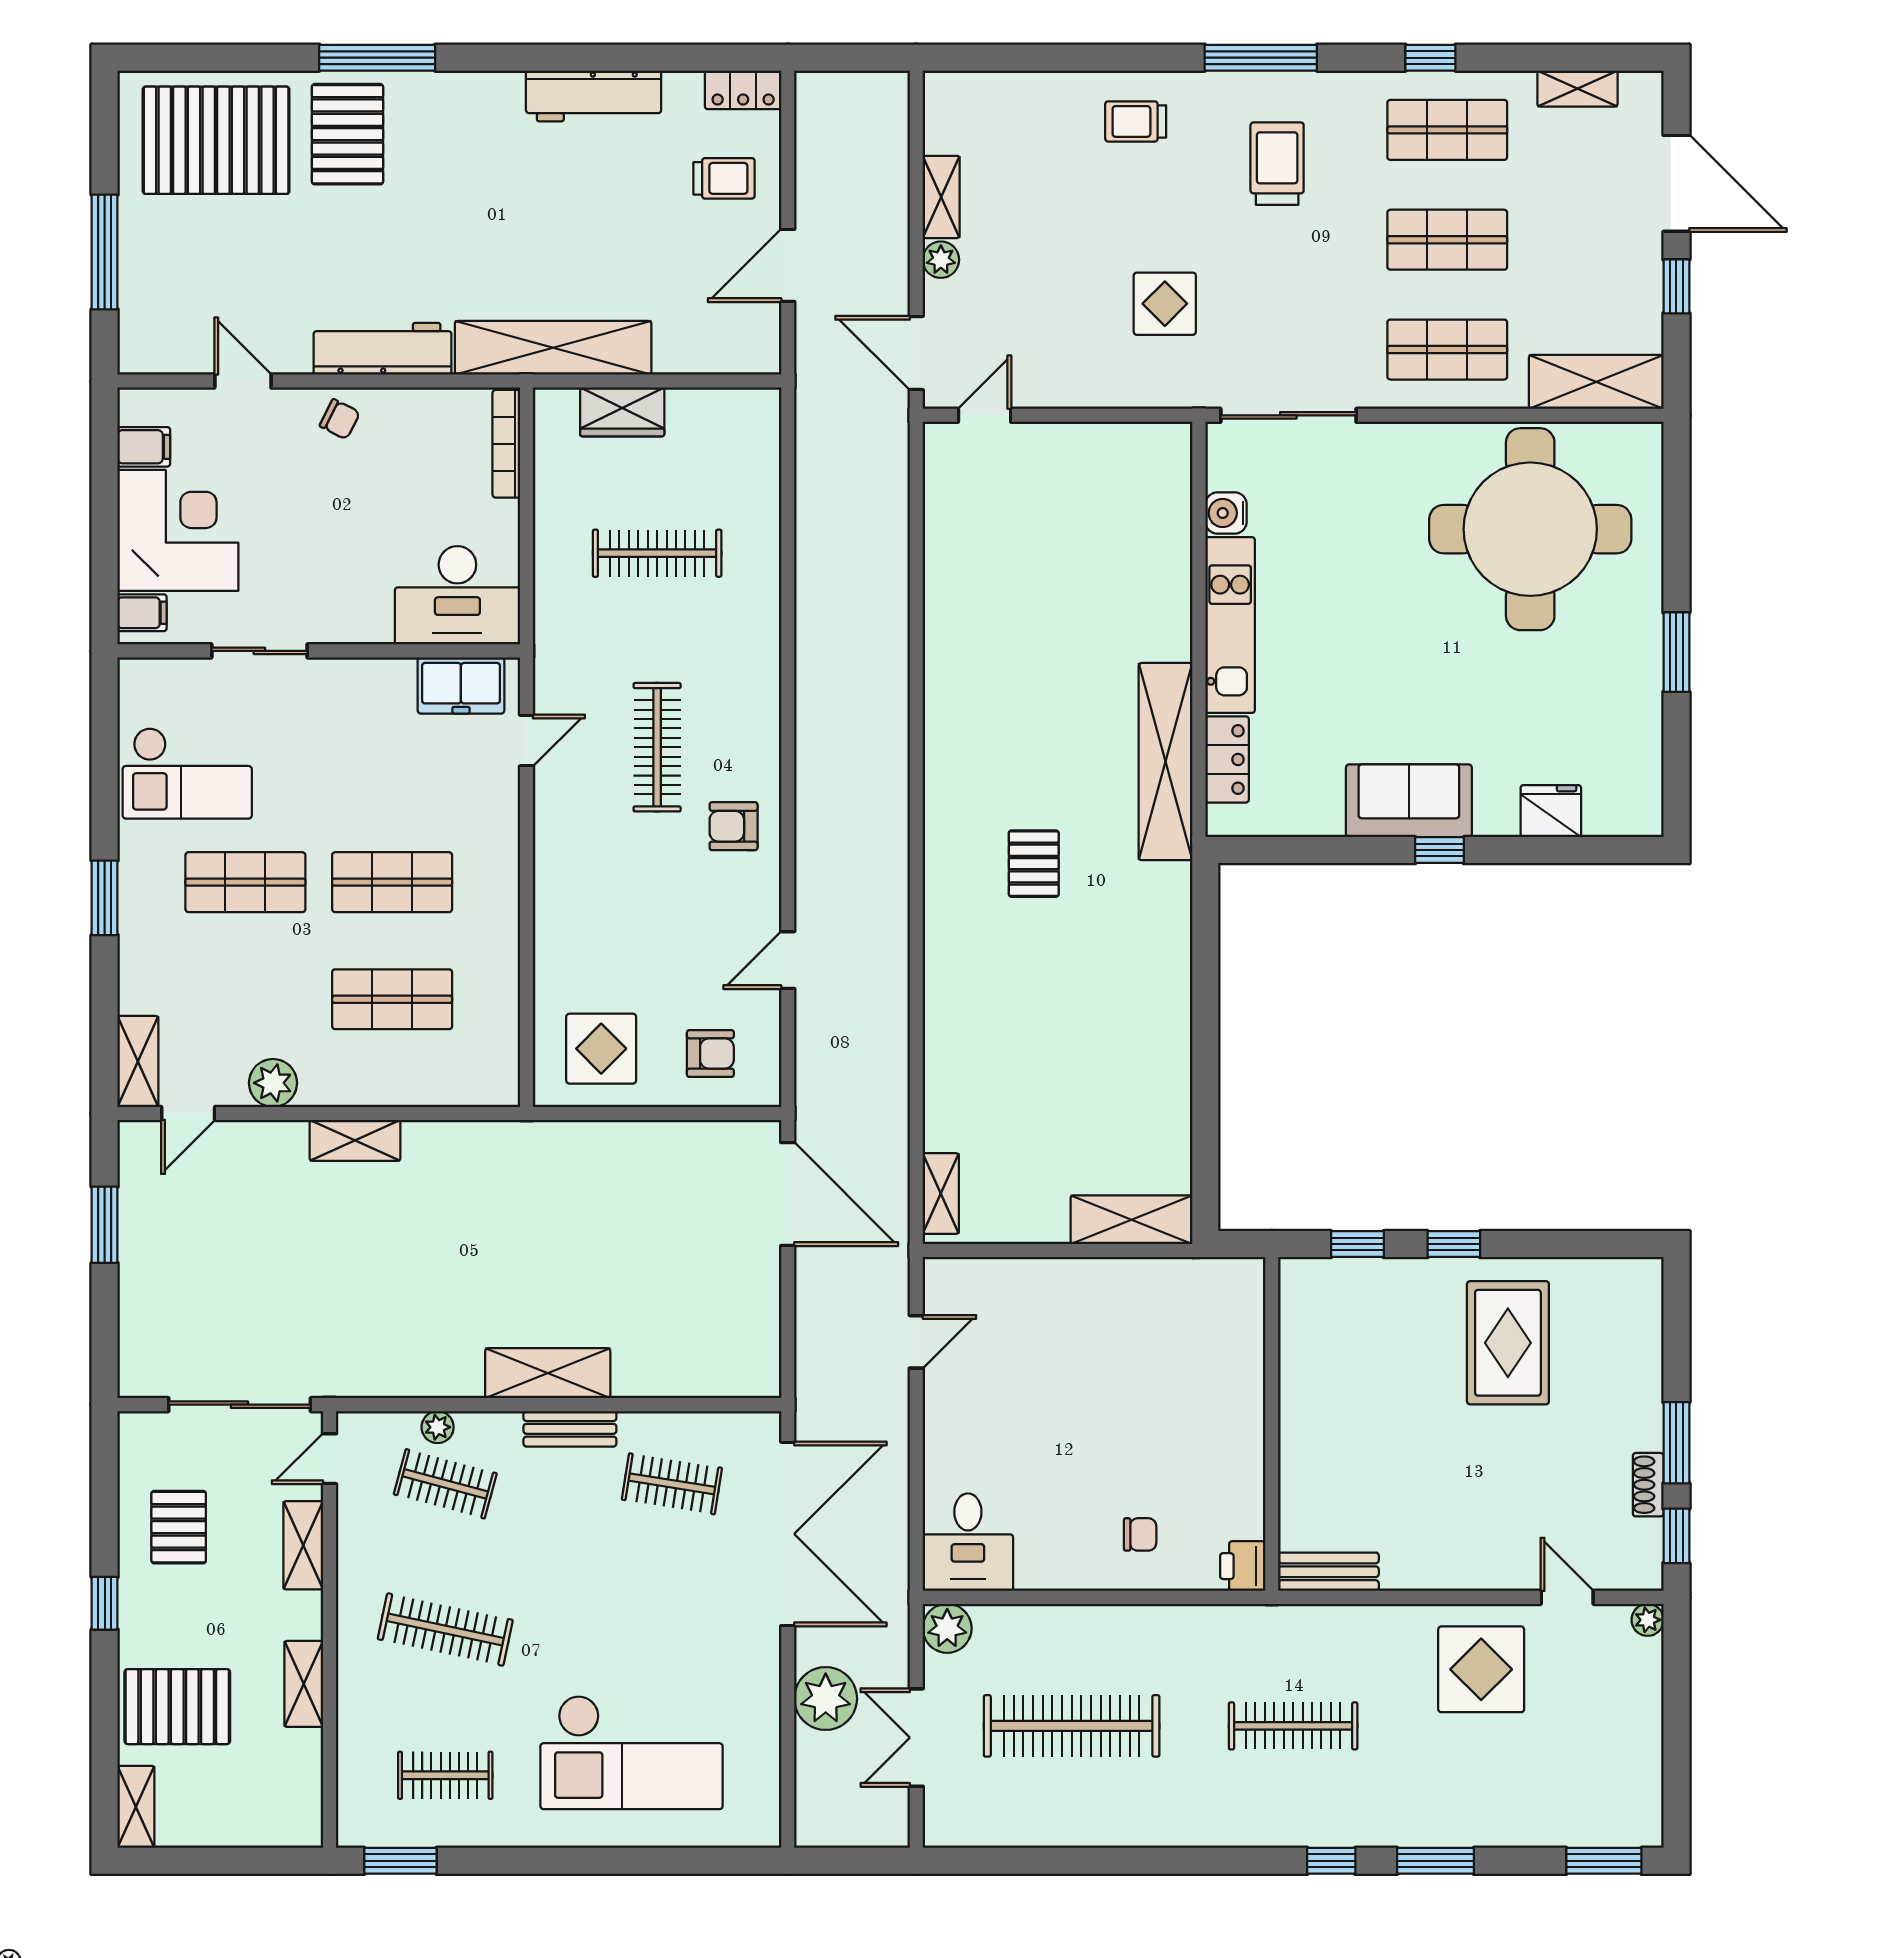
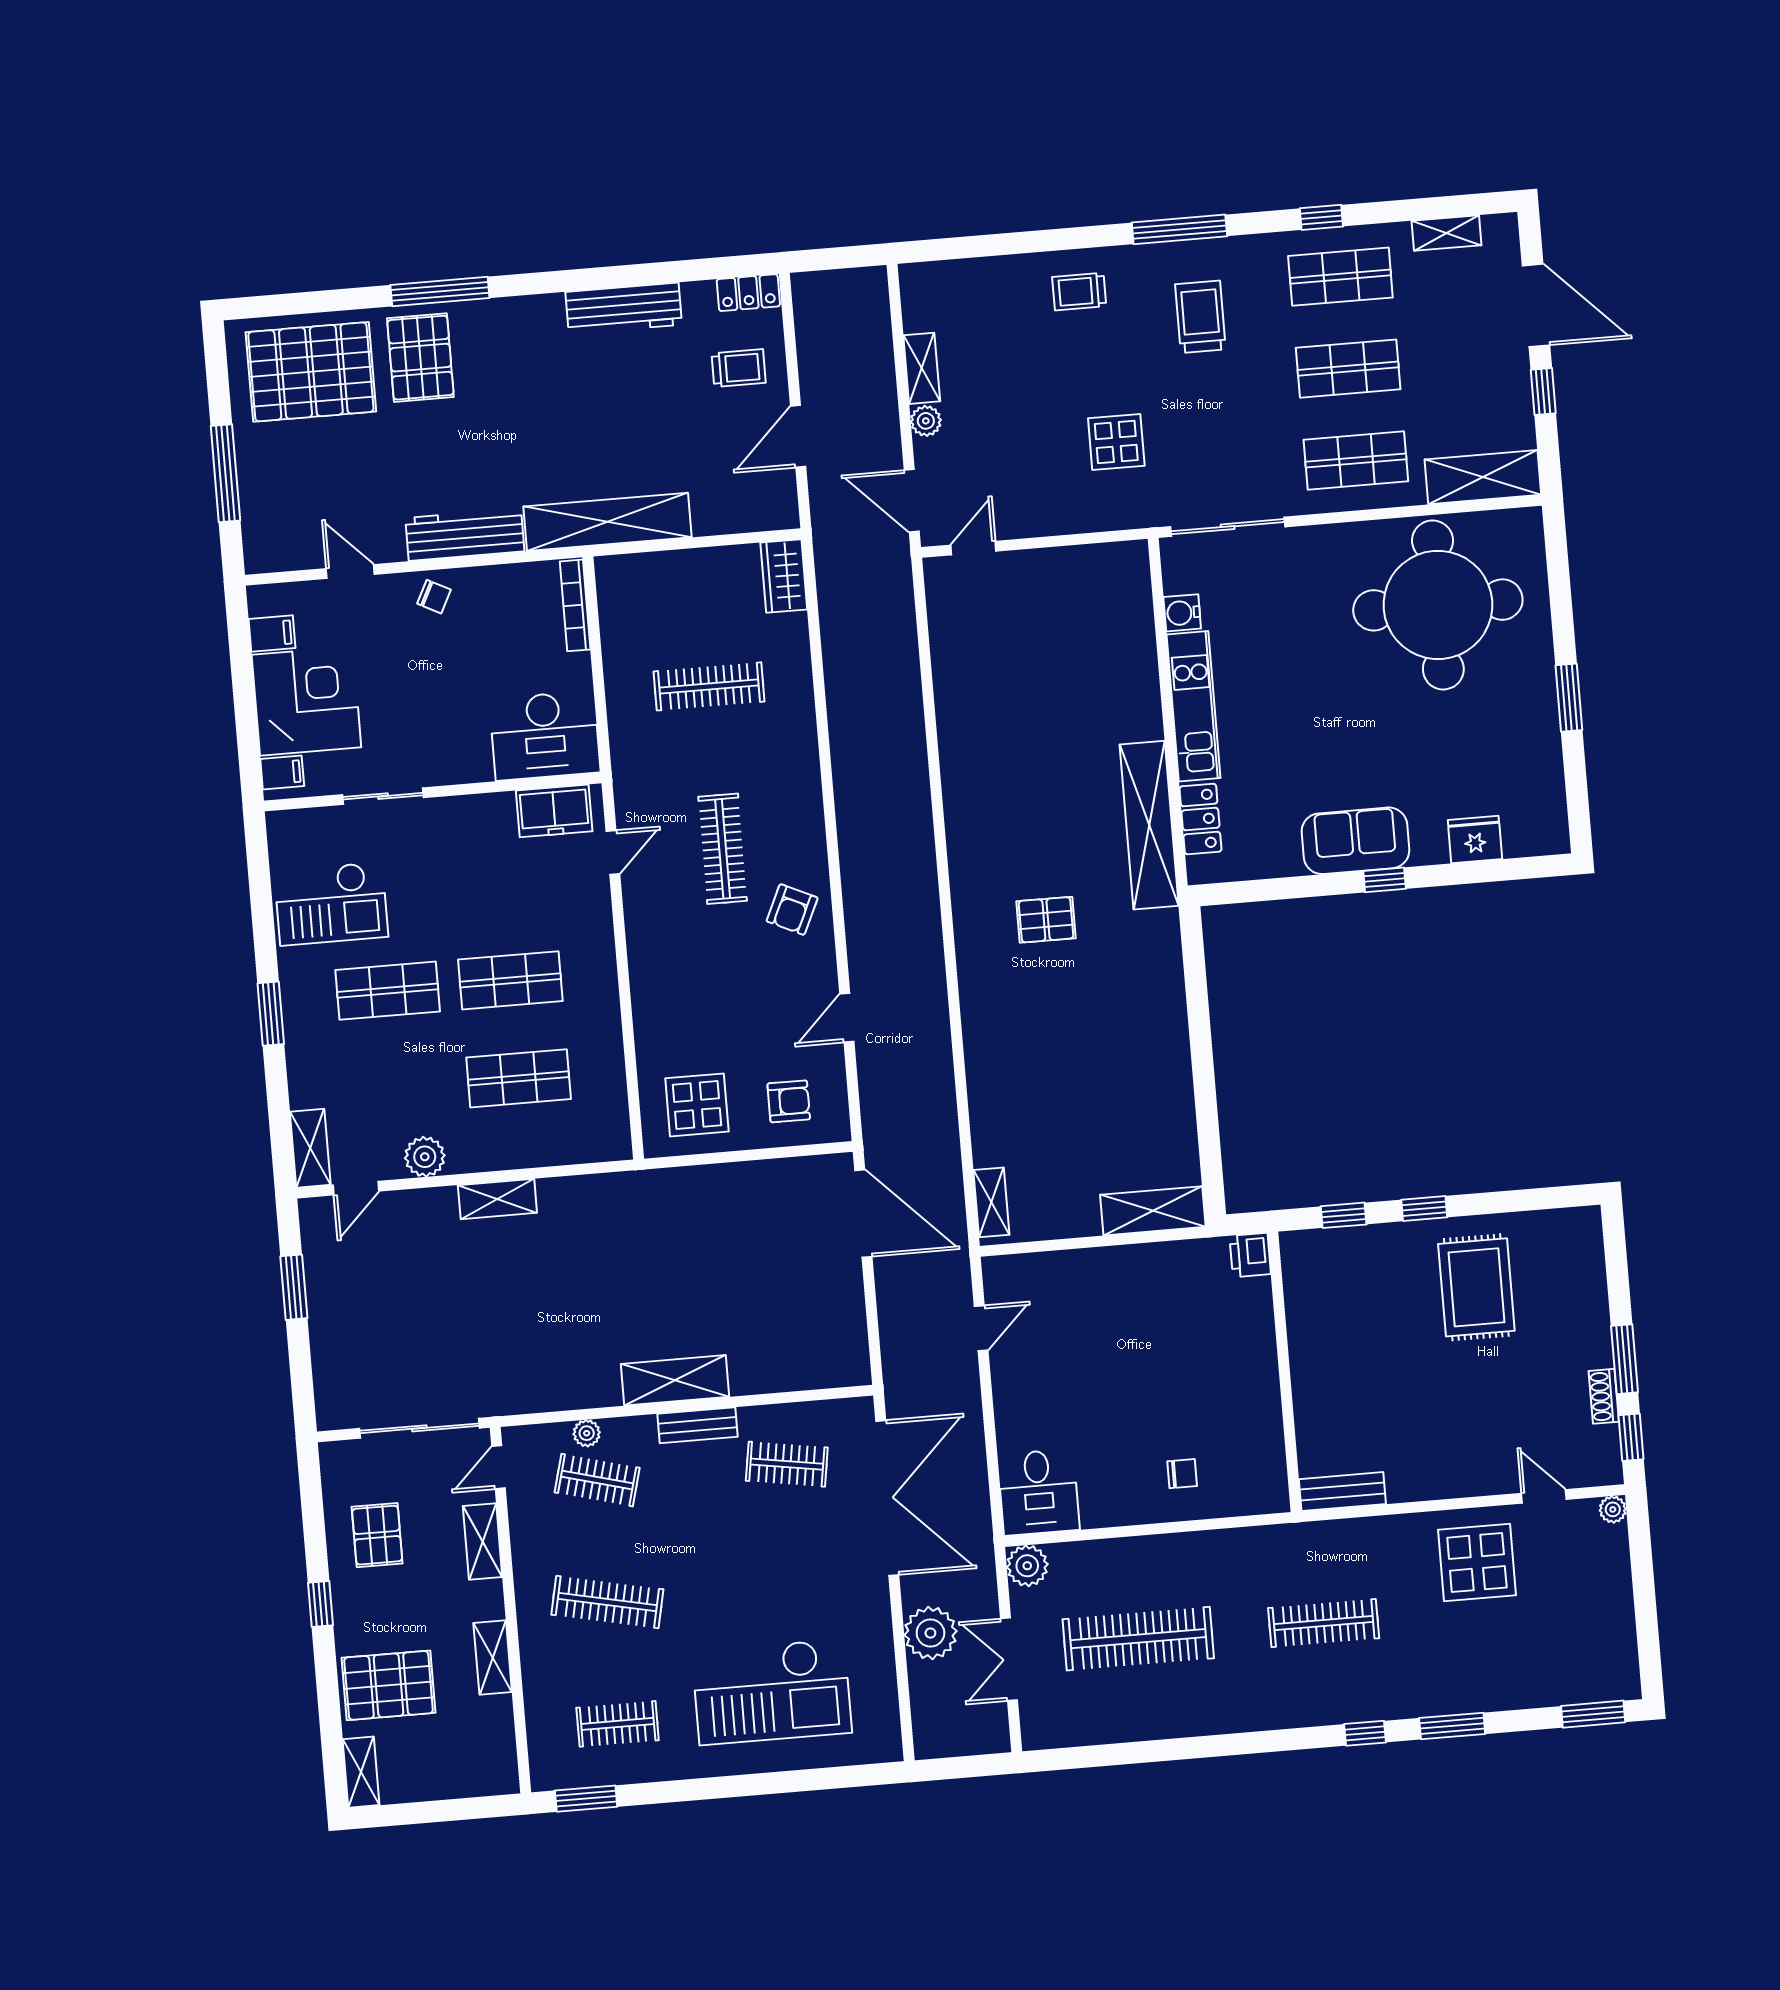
wardrobe: (622, 412) -> (784, 576), moved, turned 90
armchair: (734, 826) -> (792, 910), turned -65
pallet: (1034, 864) -> (1046, 920), turned 90
printer: (1243, 1566) -> (1250, 1255), moved

